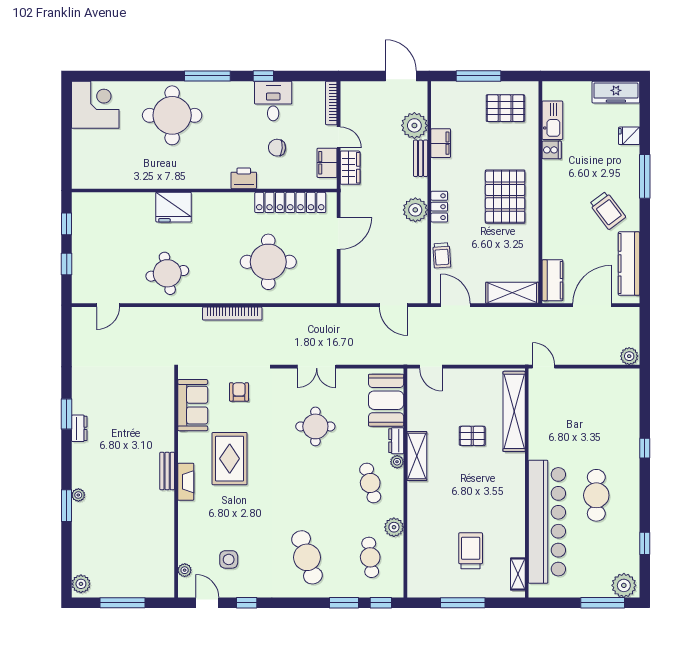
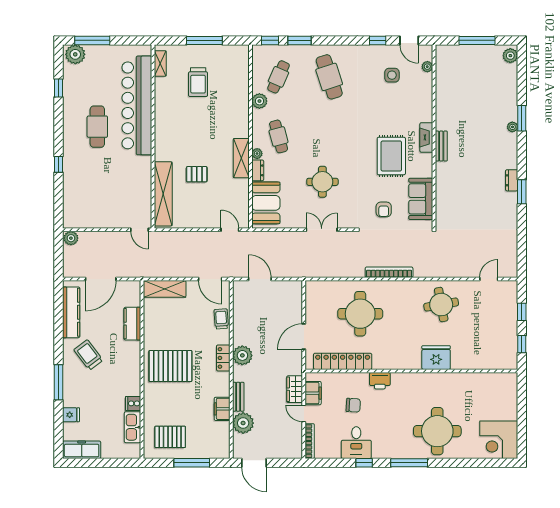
pallet: (505, 197) -> (170, 366), turned 90
kitchen counter: (552, 280) -> (132, 324), moved
cafe table: (370, 557) -> (279, 77), turned 30

